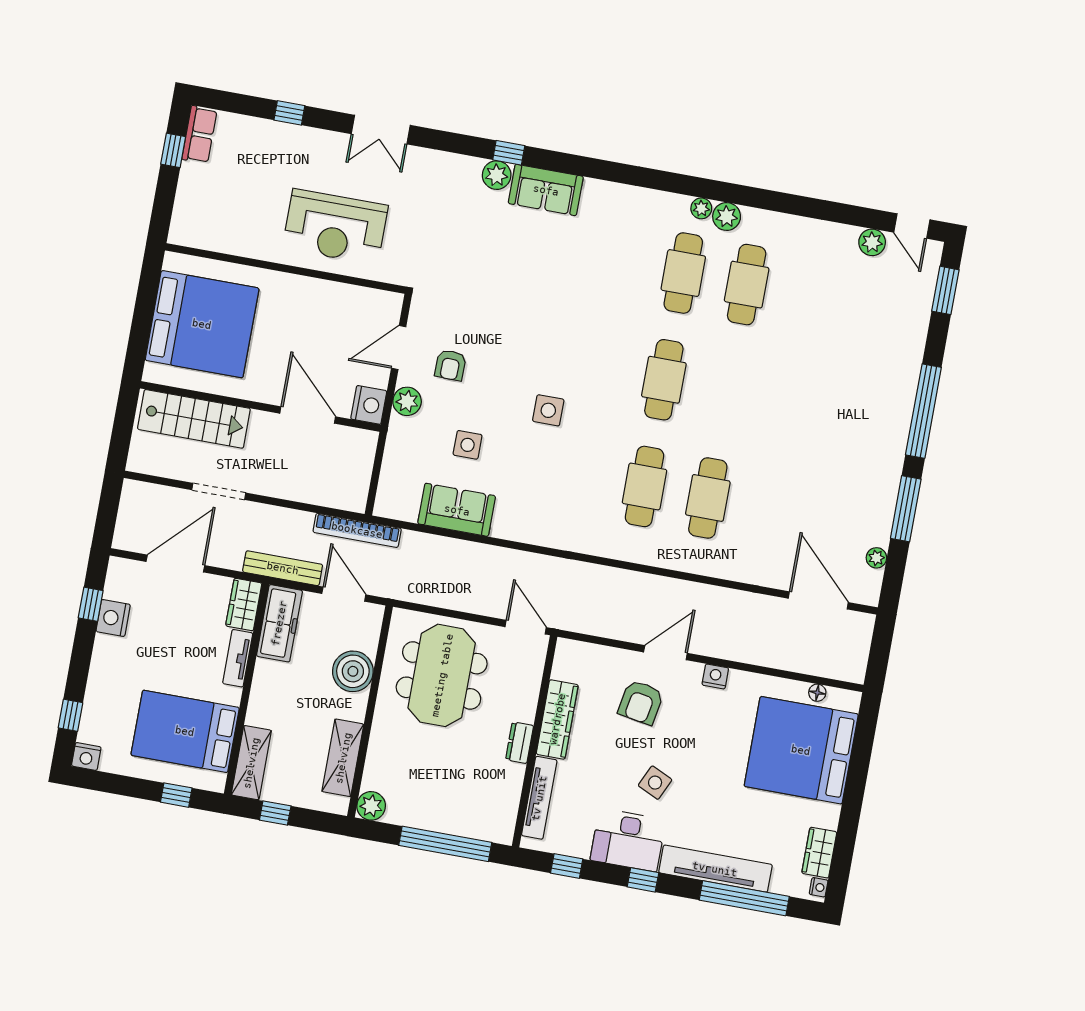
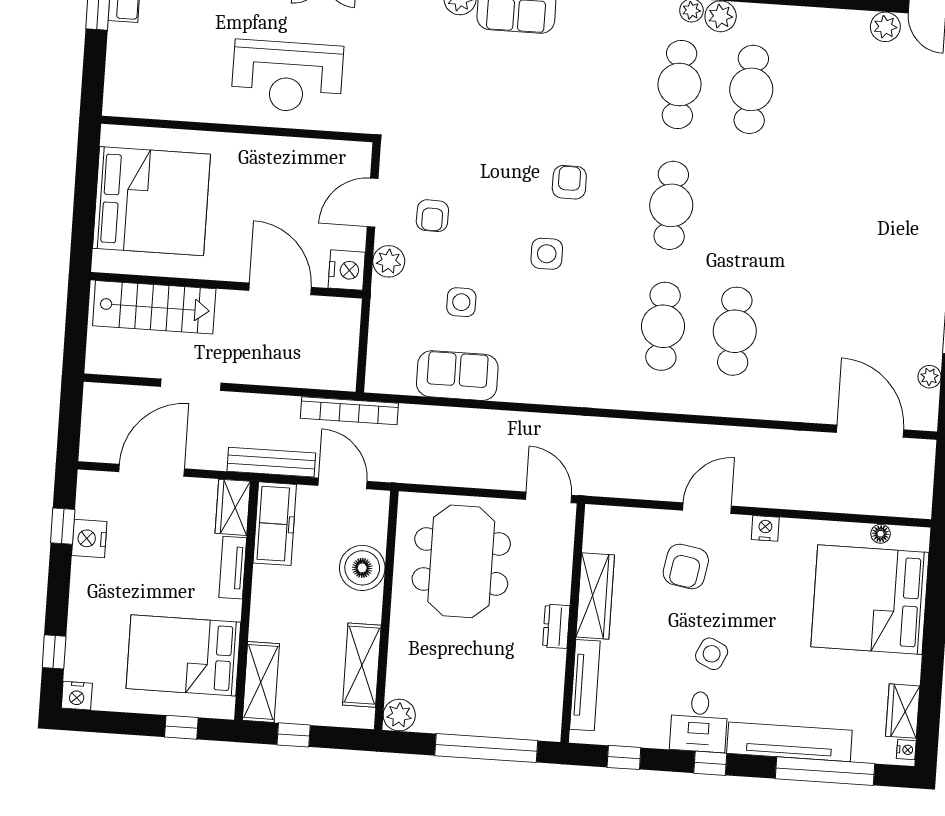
armchair: (576, 349) -> (569, 182), added
desk: (628, 840) -> (699, 722), width x0.73

